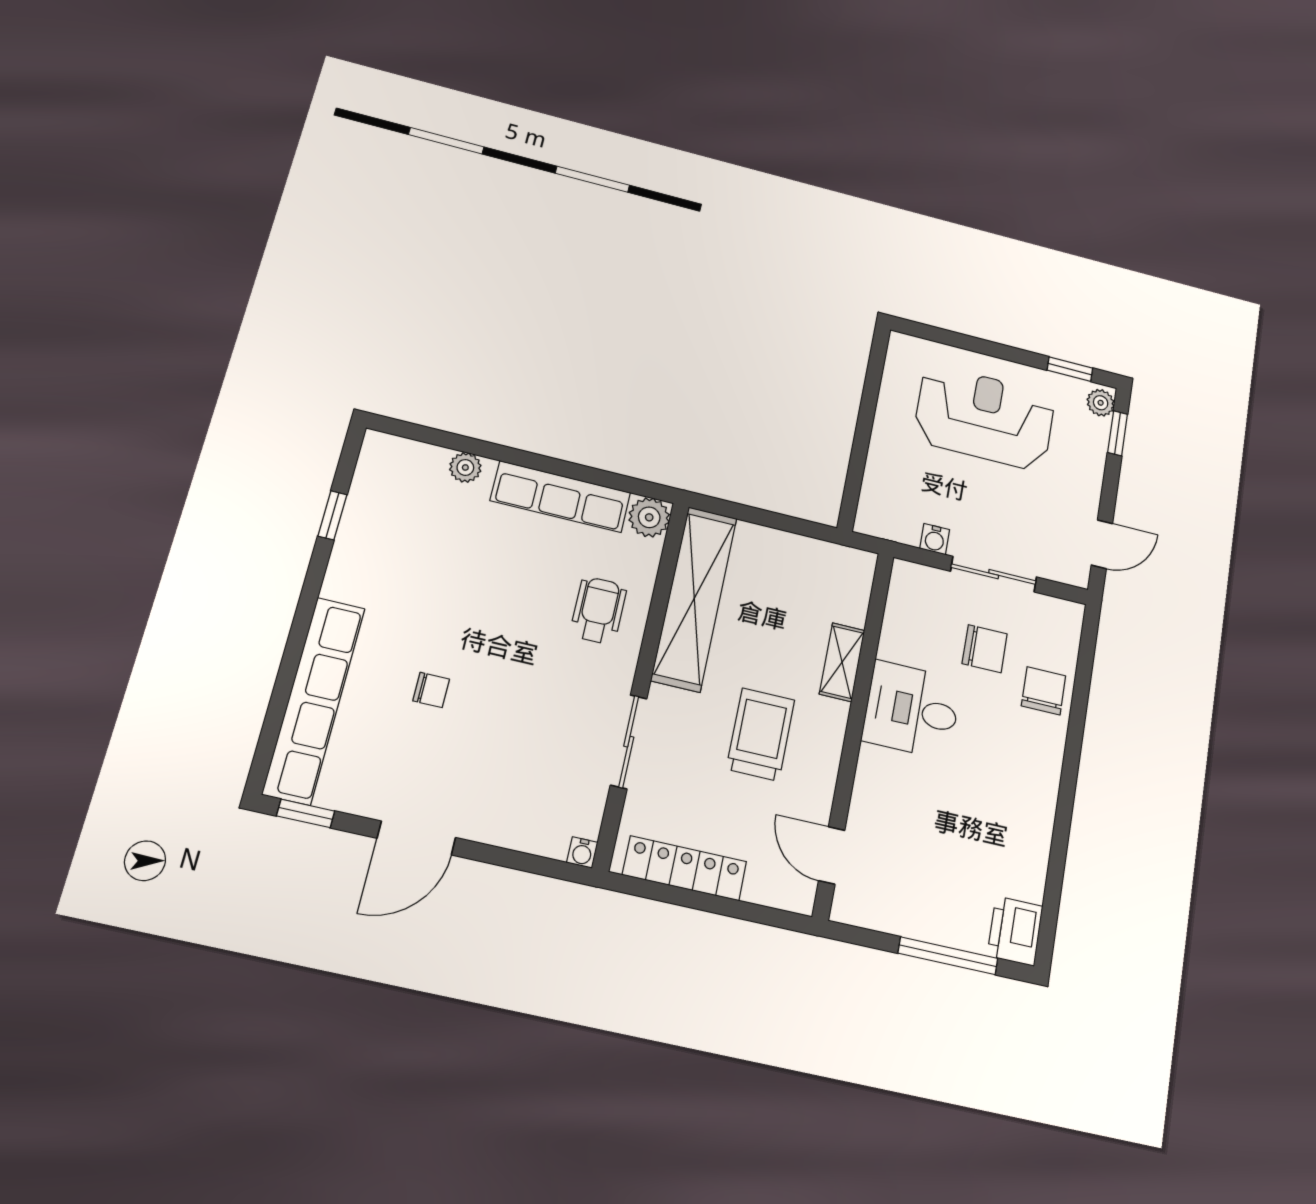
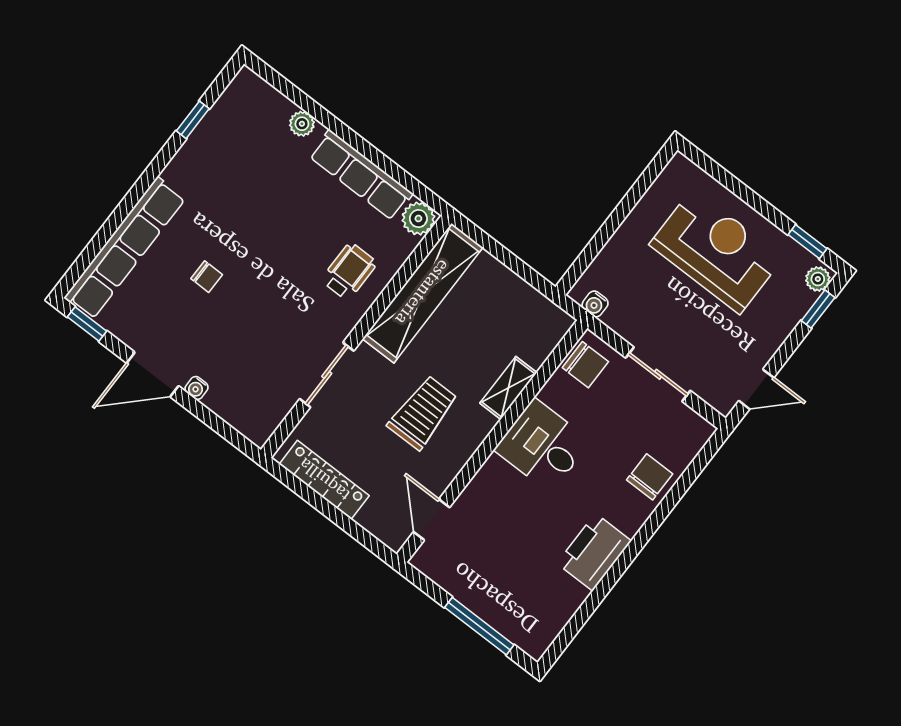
water cooler: (935, 539) -> (595, 304), moved
chair: (985, 649) -> (585, 365), moved
water cooler: (582, 852) -> (196, 388), moved
printer: (1015, 931) -> (594, 552), moved, width x1.37, depth x1.19

